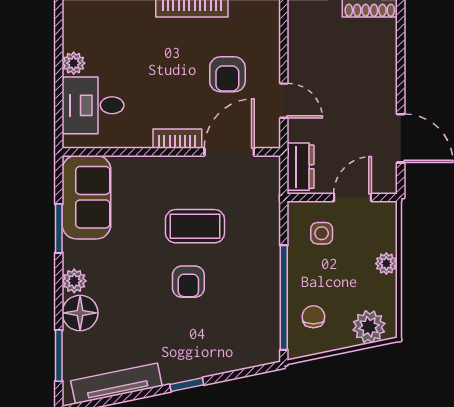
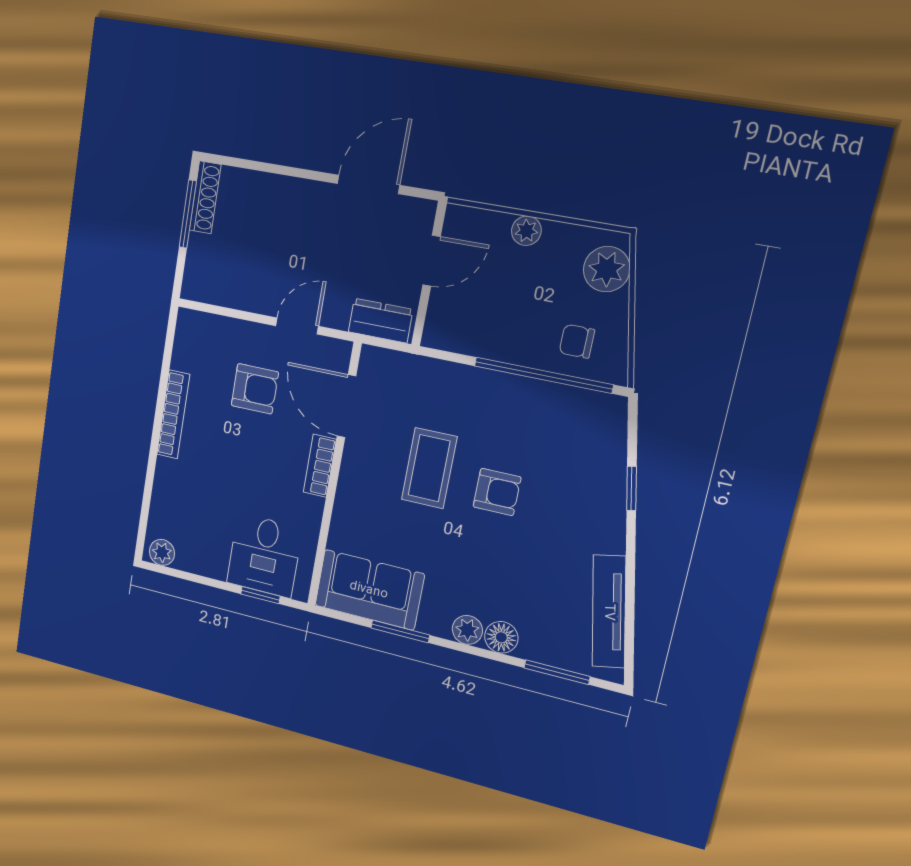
plant: (74, 63) -> (162, 552), moved
window: (59, 108) -> (260, 595), added
door: (353, 197) -> (431, 261), swing flipped
side table: (322, 233) -> (469, 310), removed
floor lamp: (80, 313) -> (501, 637), width x0.73, depth x0.73
window: (187, 385) -> (632, 488), moved

